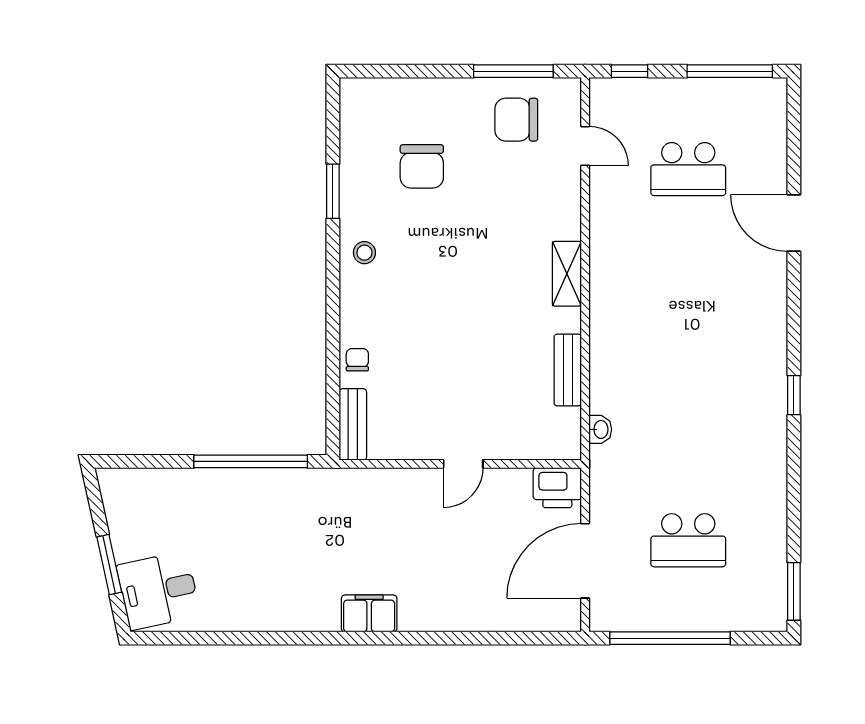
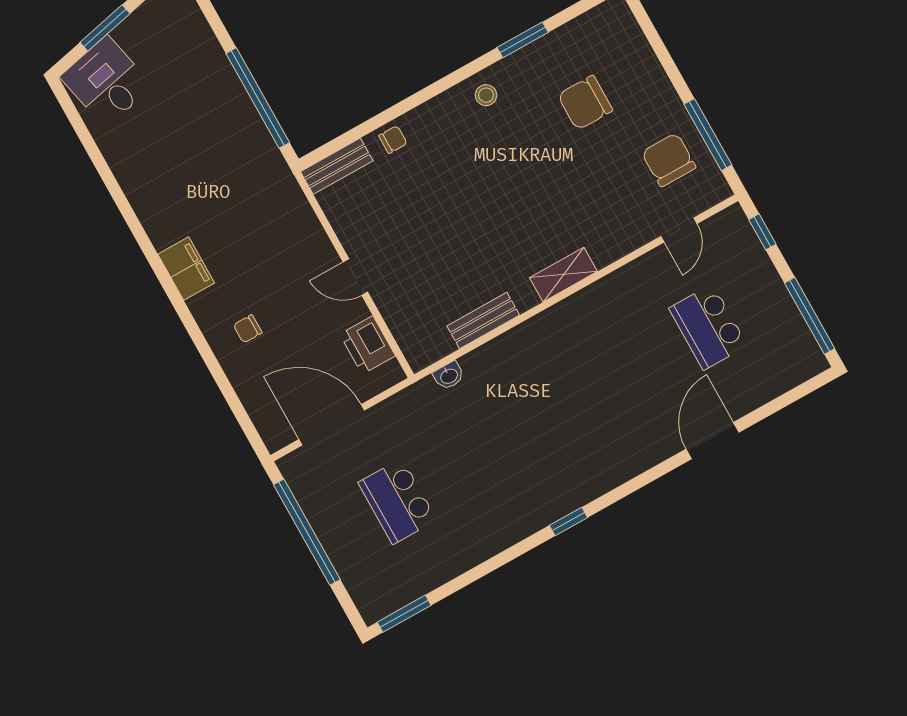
printer: (557, 488) -> (367, 345), moved
chair: (455, 588) -> (248, 329), added

